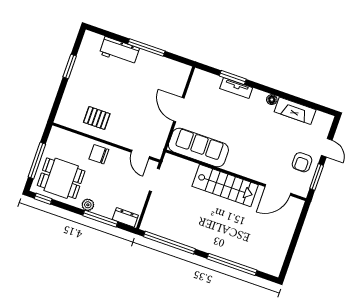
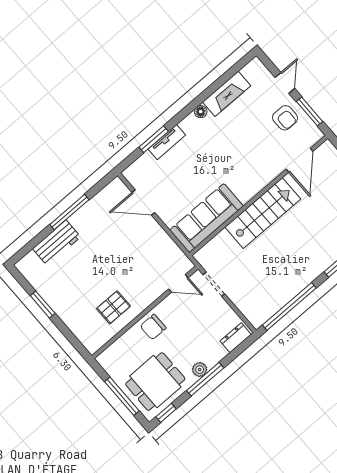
door: (179, 110) -> (143, 202), moved
door: (327, 148) -> (285, 83), hinge flipped
window: (100, 219) -> (205, 379), moved

